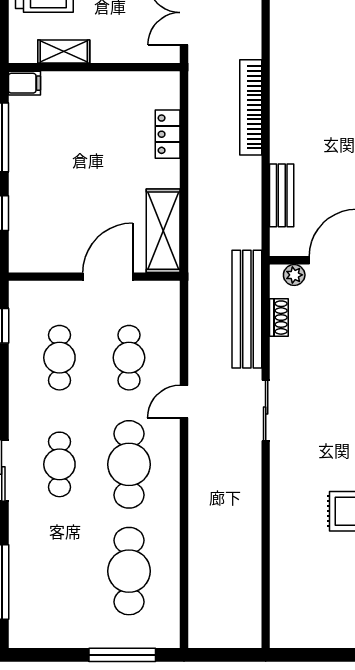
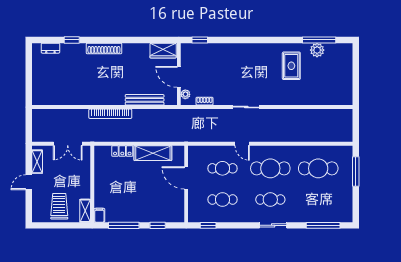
shelving: (64, 51) -> (85, 211), moved
bench: (282, 195) -> (145, 100), width x1.36
shelving: (163, 231) -> (153, 153), moved
bench: (247, 309) -> (201, 115), removed

